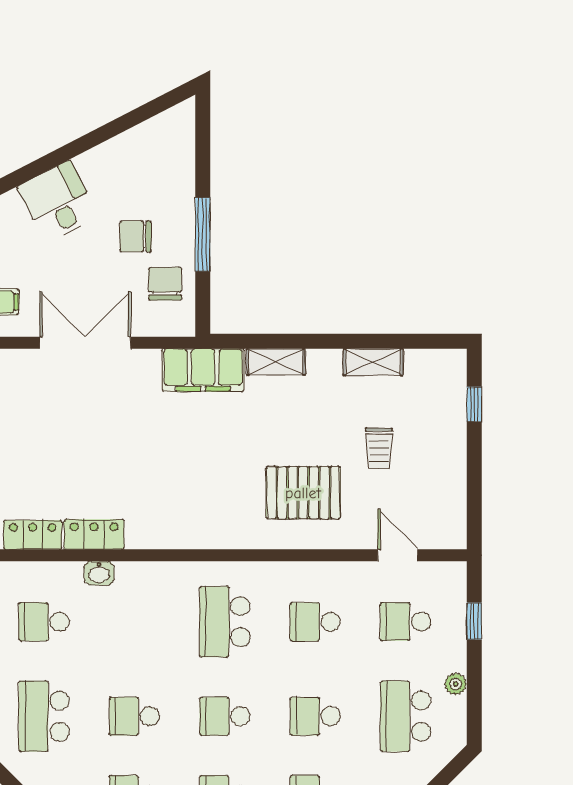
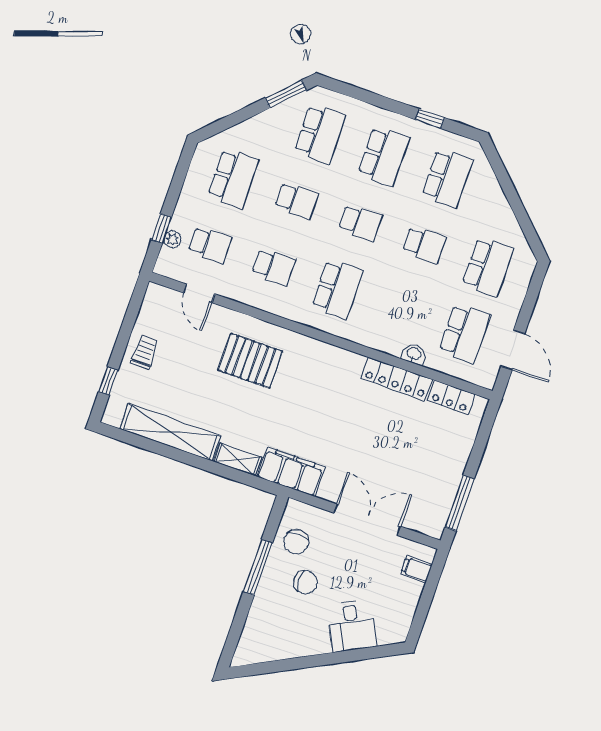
double door: (85, 343) -> (367, 520), swing flipped
shelving: (373, 362) -> (170, 432), width x2.20, depth x1.33
trolley: (379, 448) -> (145, 352), moved
locker: (94, 534) -> (397, 379), width x1.53
school desk: (44, 622) -> (464, 333), width x1.85
plant: (456, 684) -> (172, 239), moved

